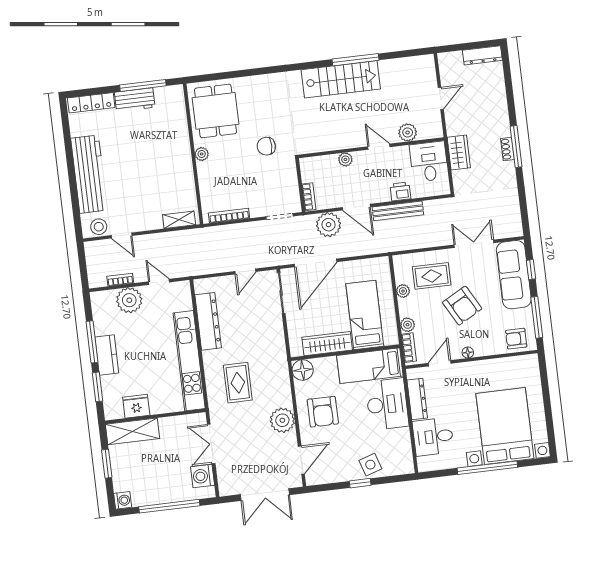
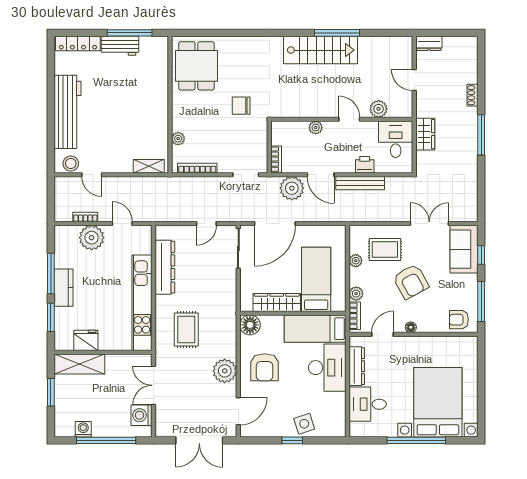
dresser: (482, 55) -> (429, 43), moved, width x0.70
door: (441, 98) -> (414, 80), swing flipped
shoe rack: (507, 149) -> (473, 95), moved
plant: (202, 154) -> (178, 139), moved
sofa: (514, 275) -> (464, 249), width x0.73
washing machine: (123, 500) -> (83, 429), moved, turned -90

